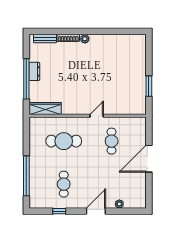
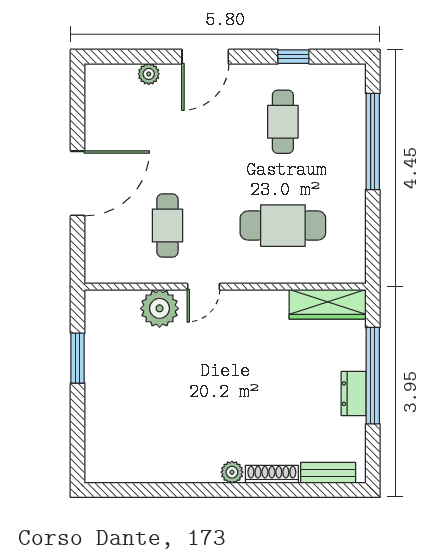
plant: (115, 107) -> (160, 308), added

